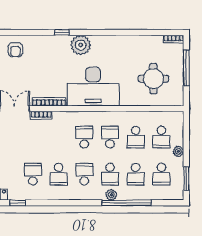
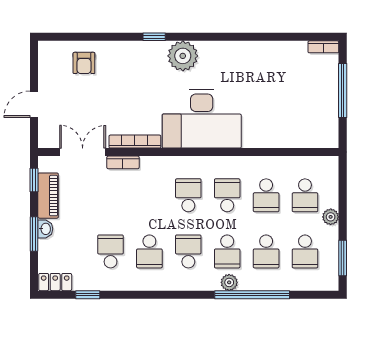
round table: (153, 79) -> (293, 107), removed

